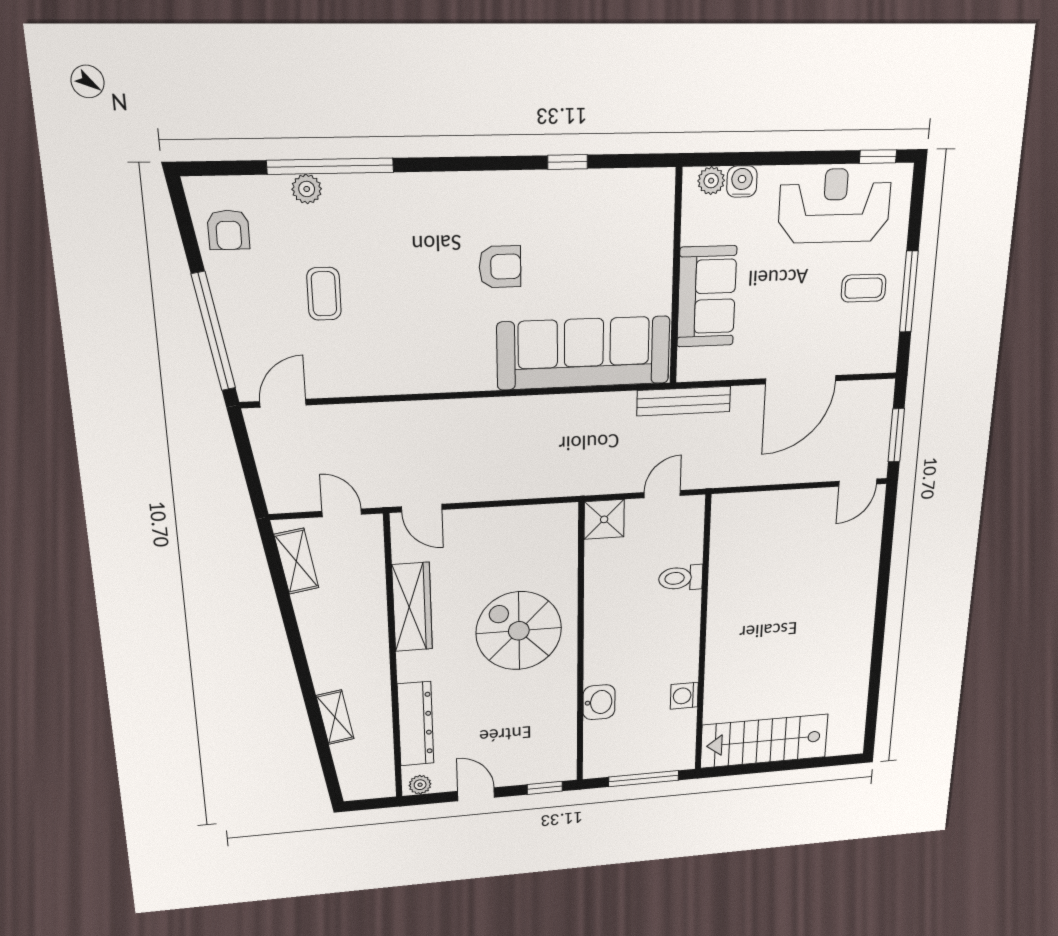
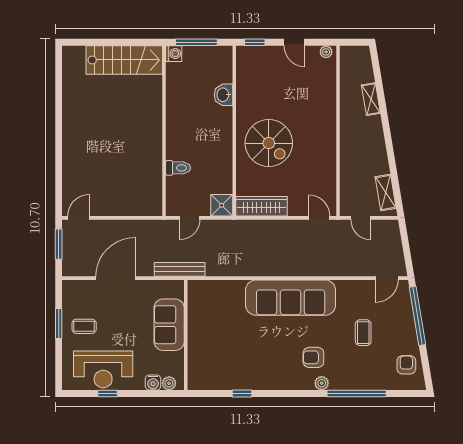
window: (878, 157) -> (107, 394), moved
plant: (307, 189) -> (322, 383), moved
armchair: (500, 267) -> (313, 357), moved
window: (909, 292) -> (59, 324), width x0.69
sofa: (584, 353) -> (291, 298), moved
wardrobe: (412, 607) -> (262, 206), moved, turned 90
washing machine: (684, 696) -> (174, 54), moved
dresser: (416, 724) -> (327, 91), removed

